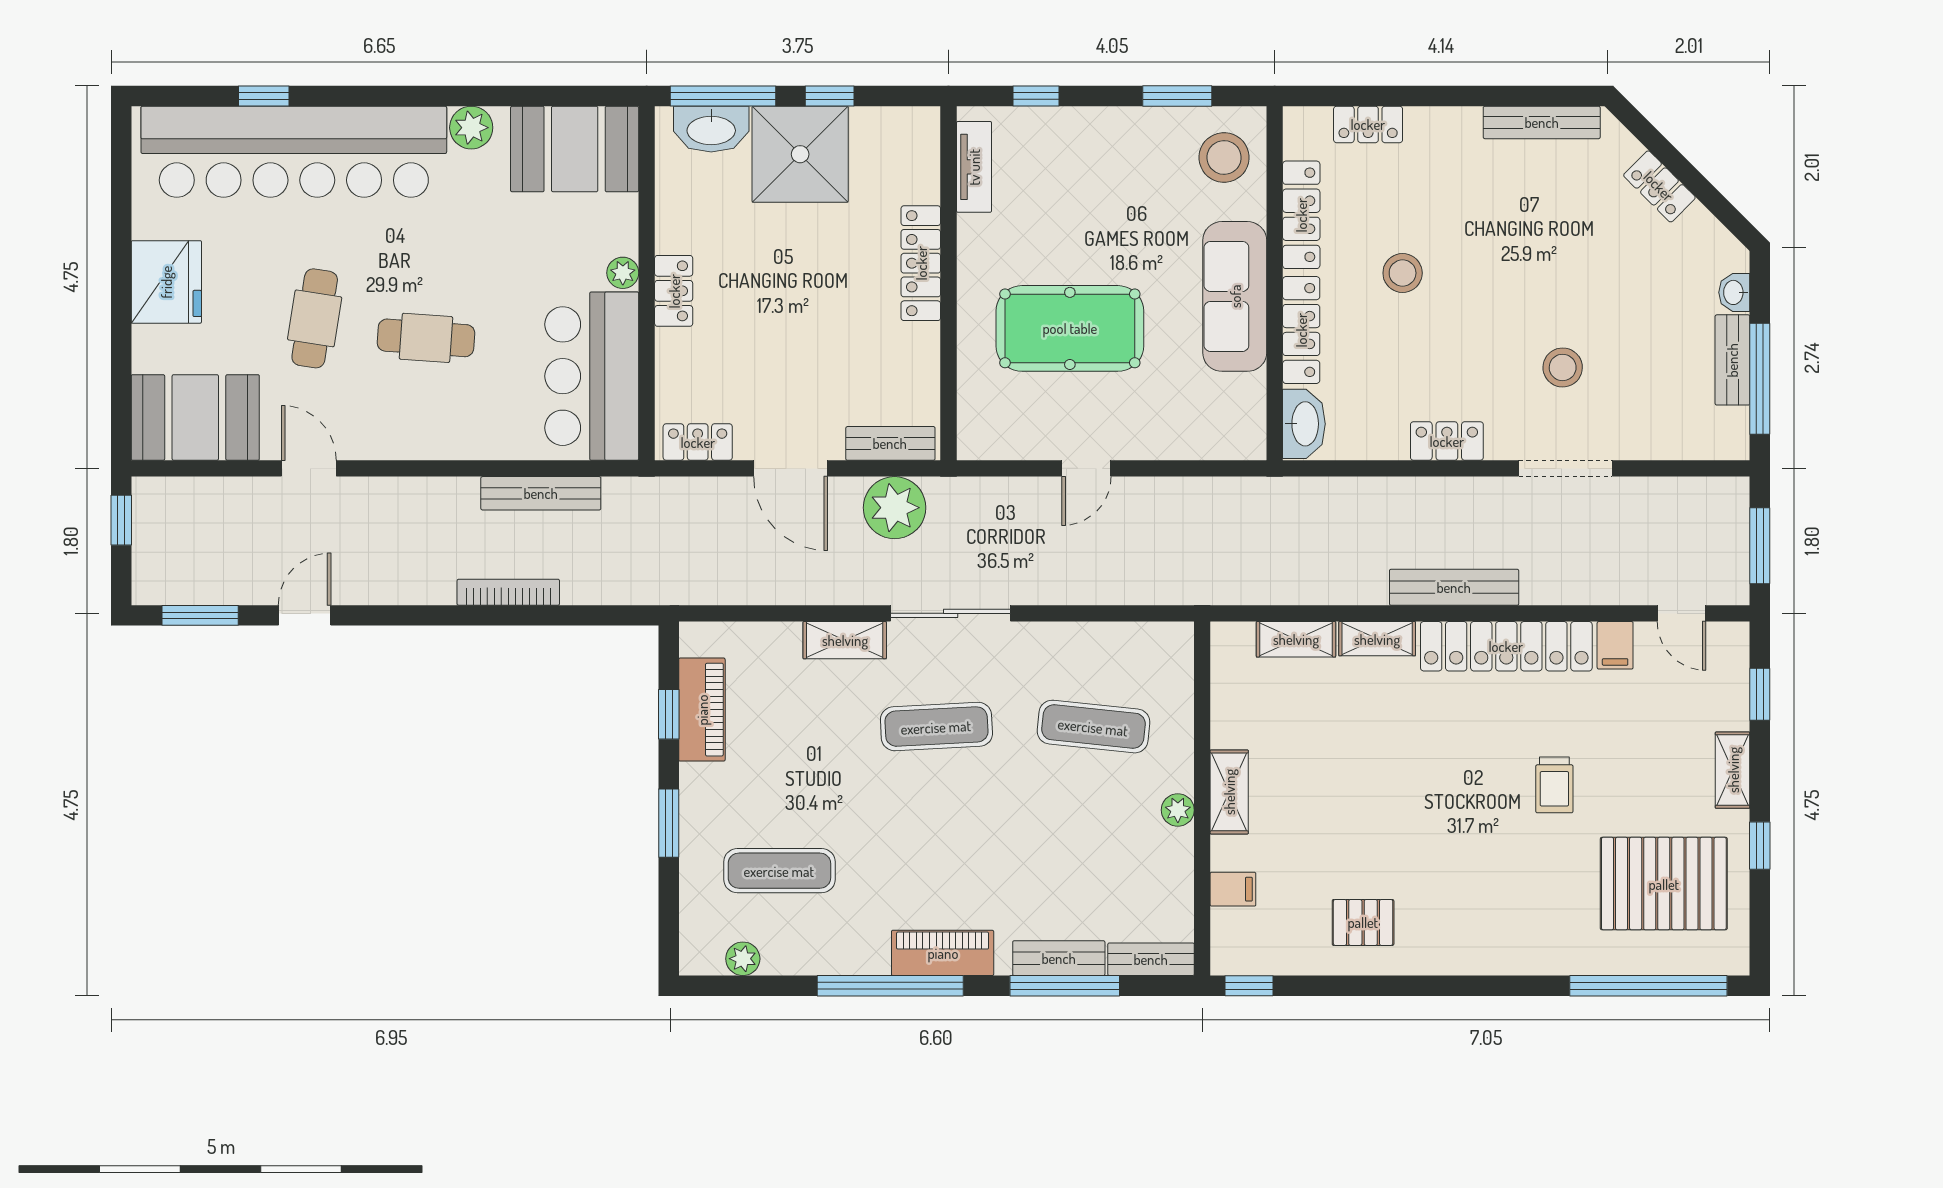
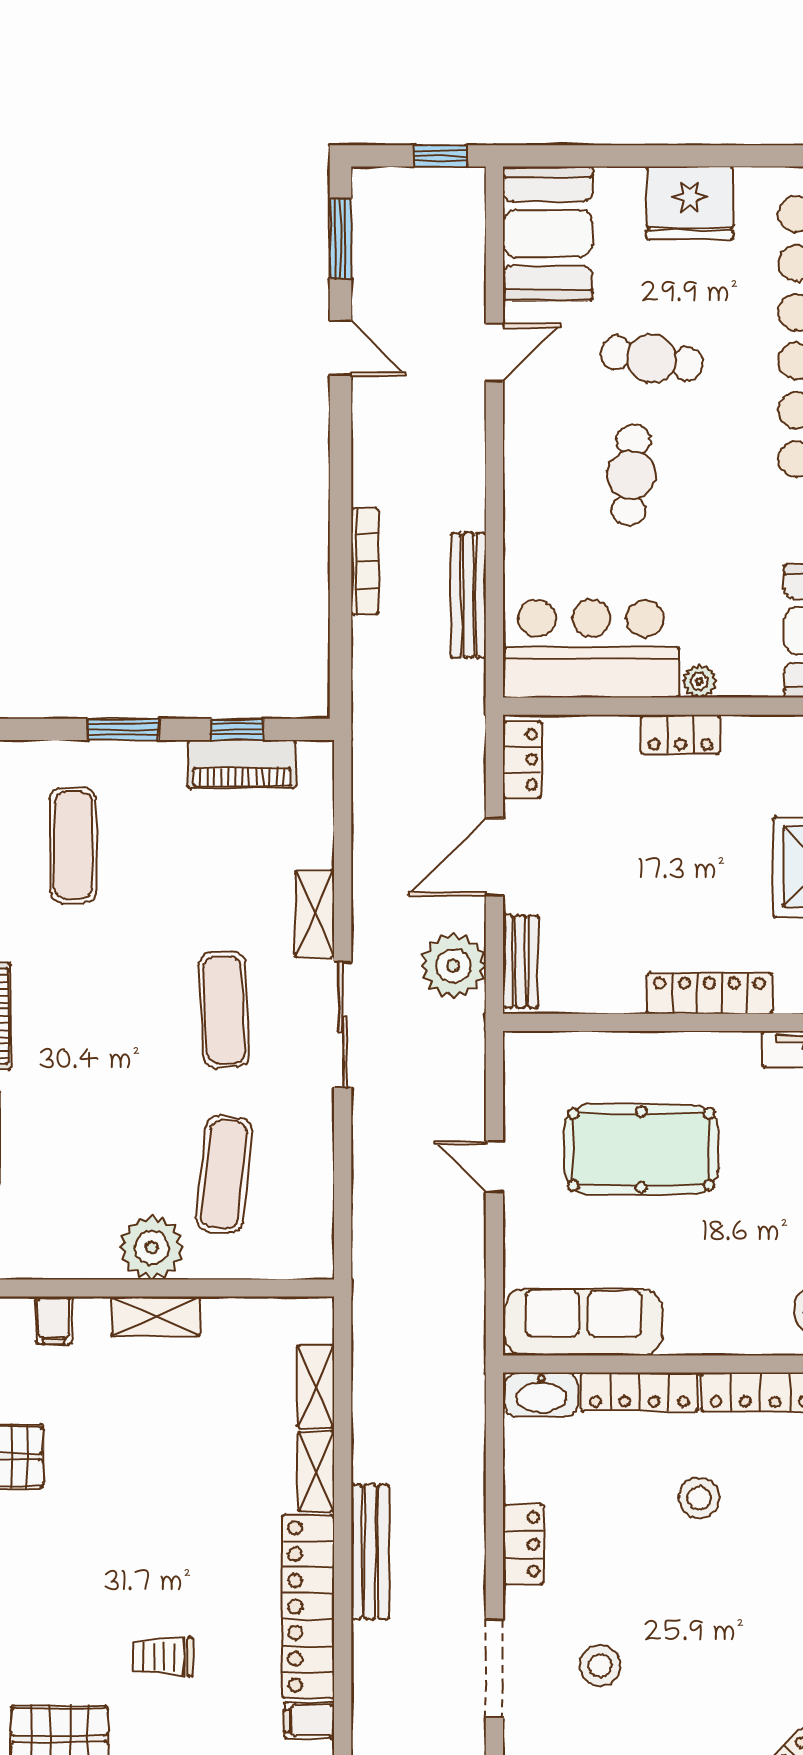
sofa: (1235, 296) -> (583, 1322), moved
pool table: (1070, 328) -> (641, 1149), turned 90
plant: (1178, 810) -> (152, 1248), width x1.87, depth x1.87

